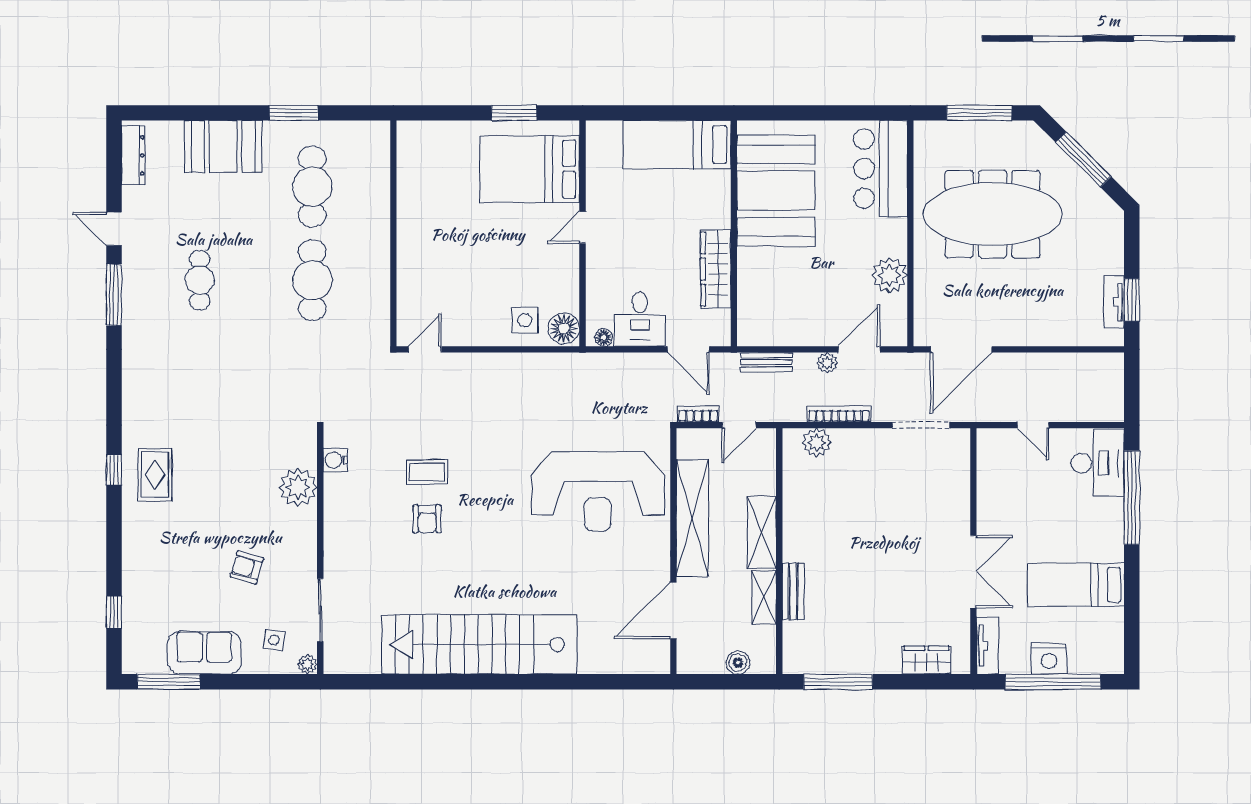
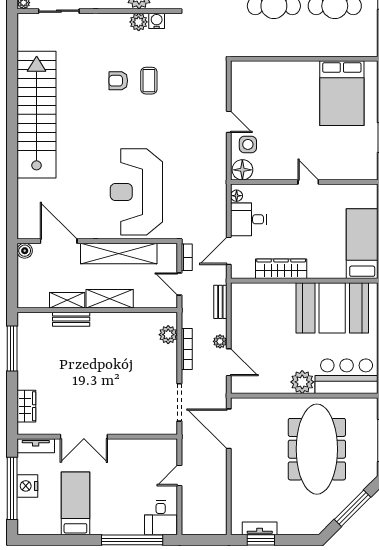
bed: (530, 169) -> (342, 93), moved, turned 180
plant: (889, 275) -> (302, 382), moved
door: (425, 349) -> (229, 122), moved
desk: (1098, 463) -> (161, 518), width x0.73
plant: (337, 488) -> (139, 22), added
boiler: (738, 663) -> (25, 251), moved

